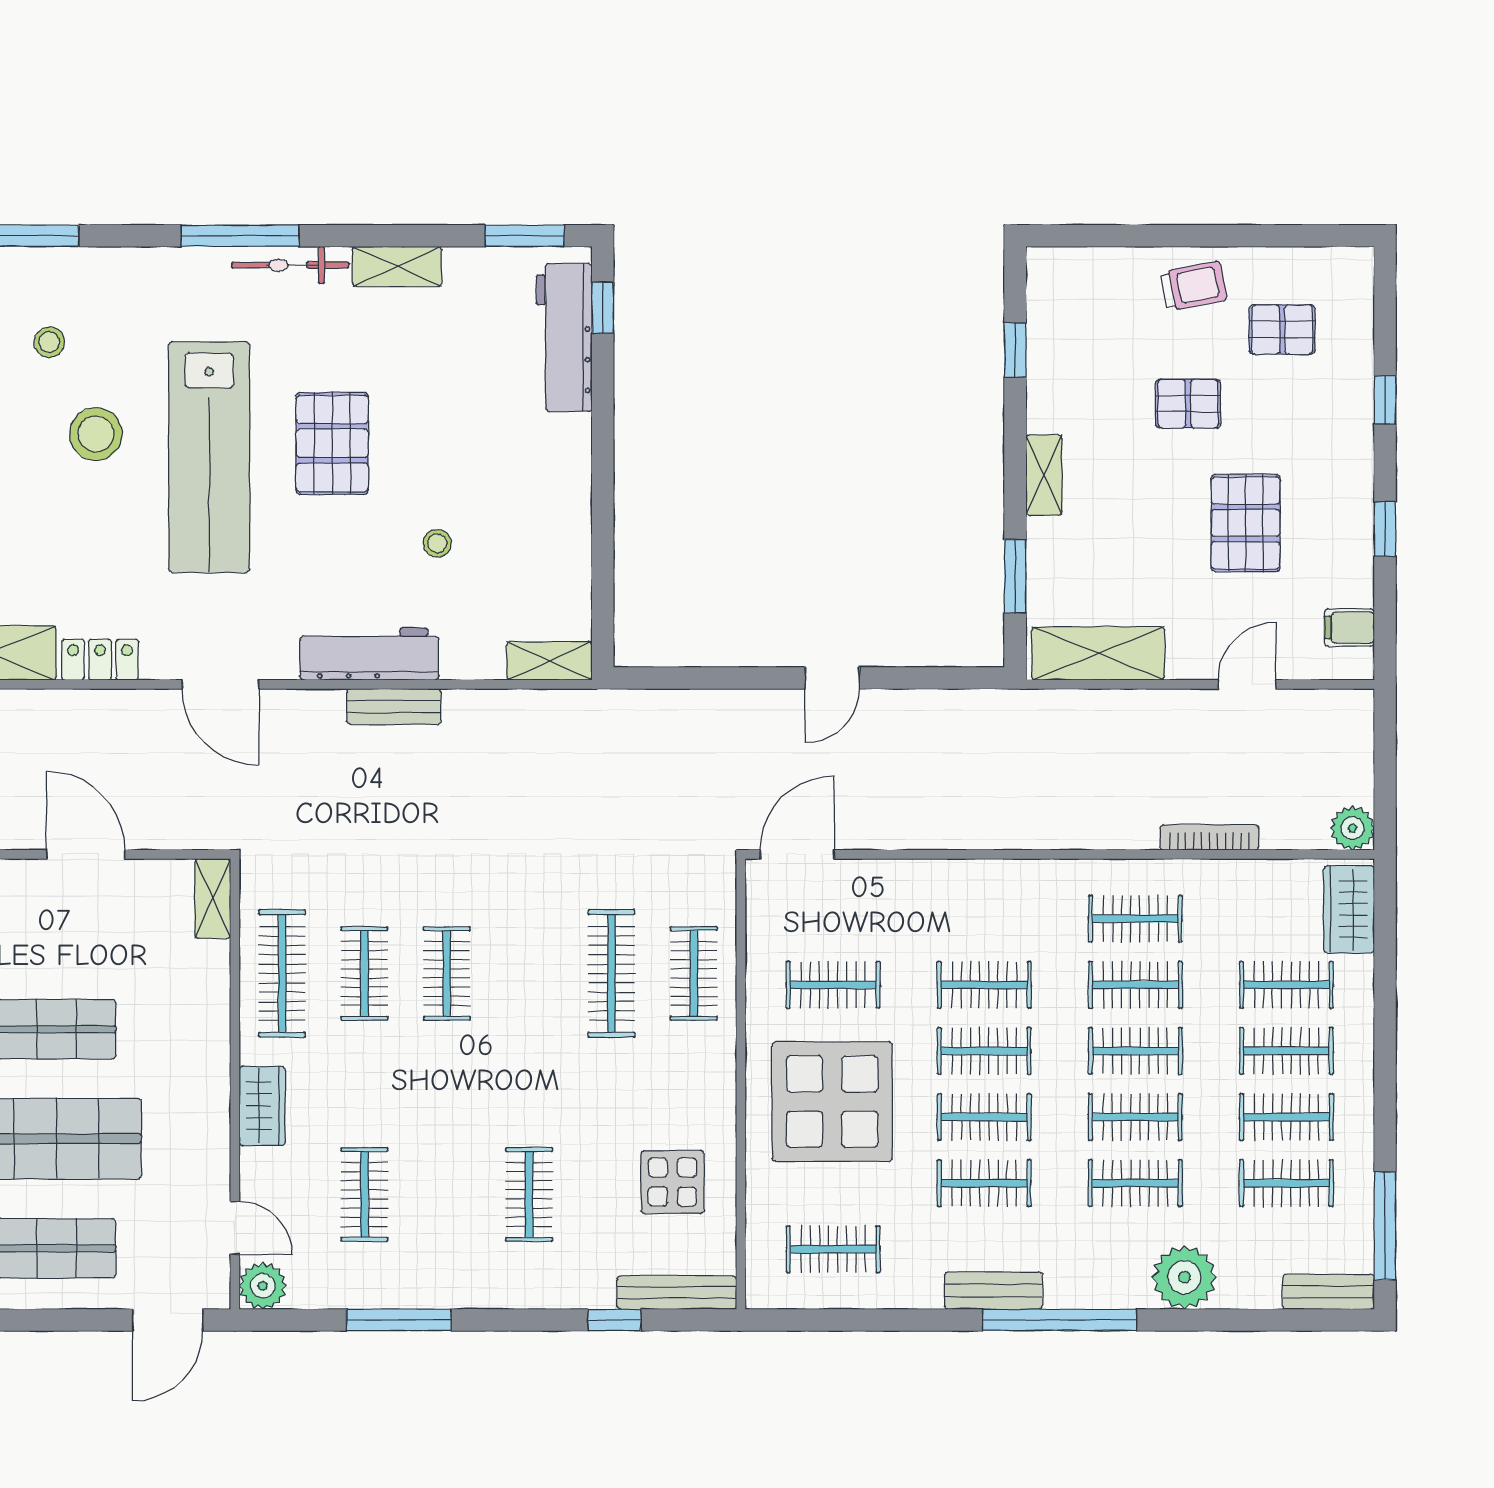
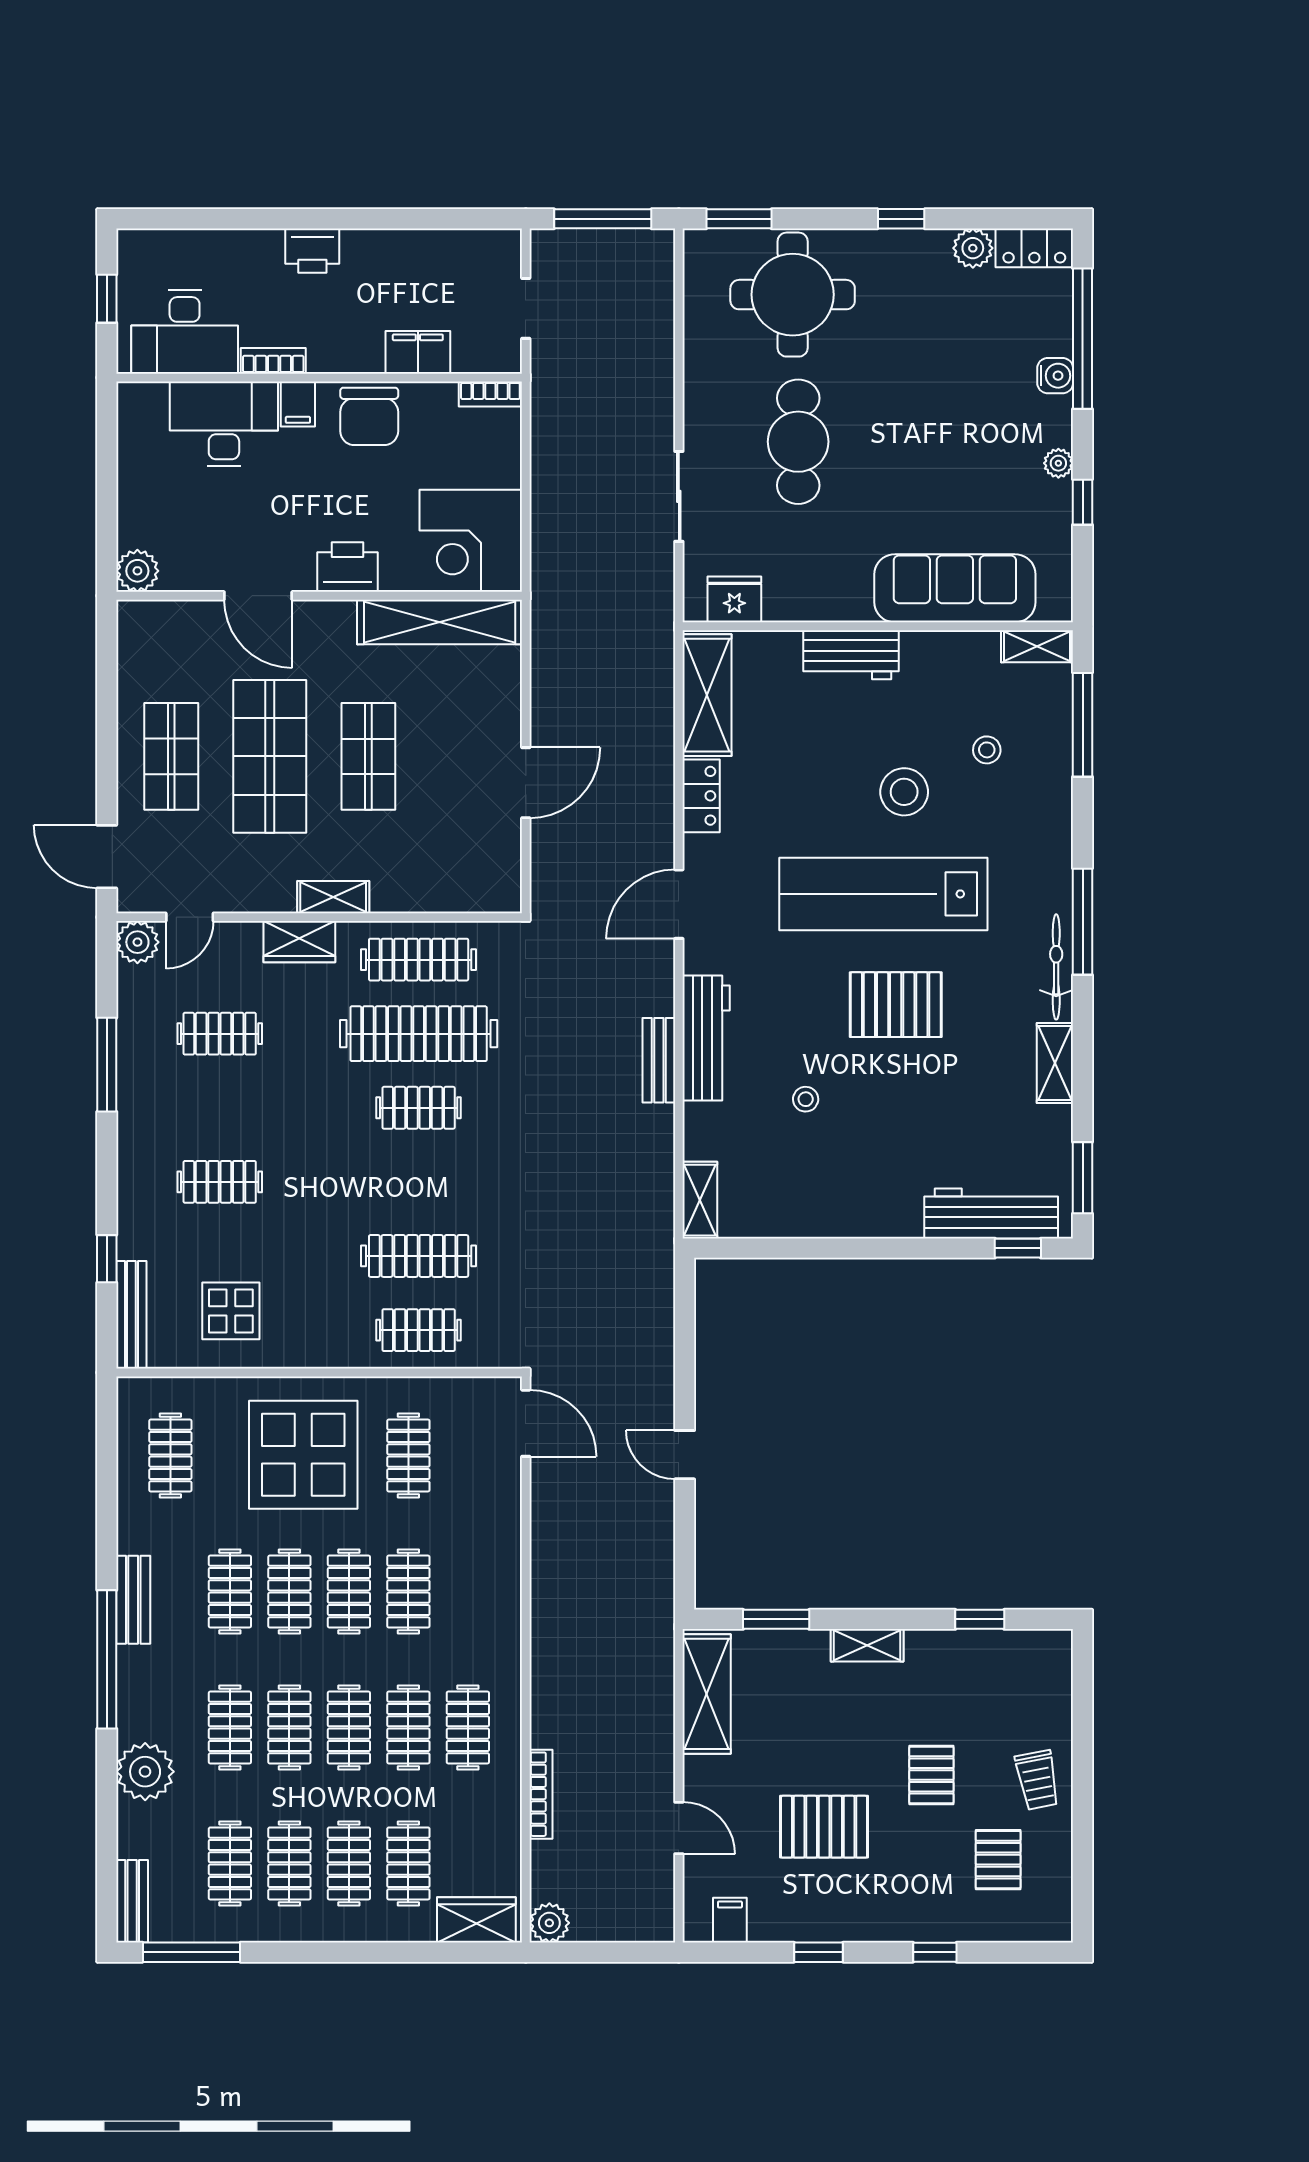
shelving: (213, 899) -> (333, 897), moved
clothes rail: (364, 973) -> (419, 1034), width x1.86, depth x1.31

